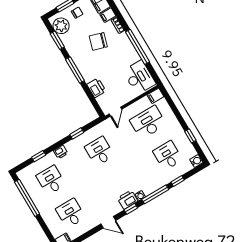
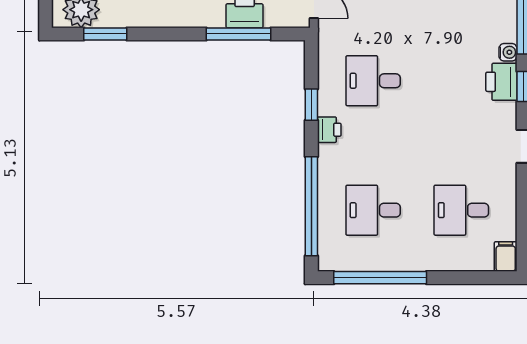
window: (75, 70) -> (239, 34), moved
printer: (61, 152) -> (329, 130), moved
window: (39, 156) -> (311, 206), width x3.17

